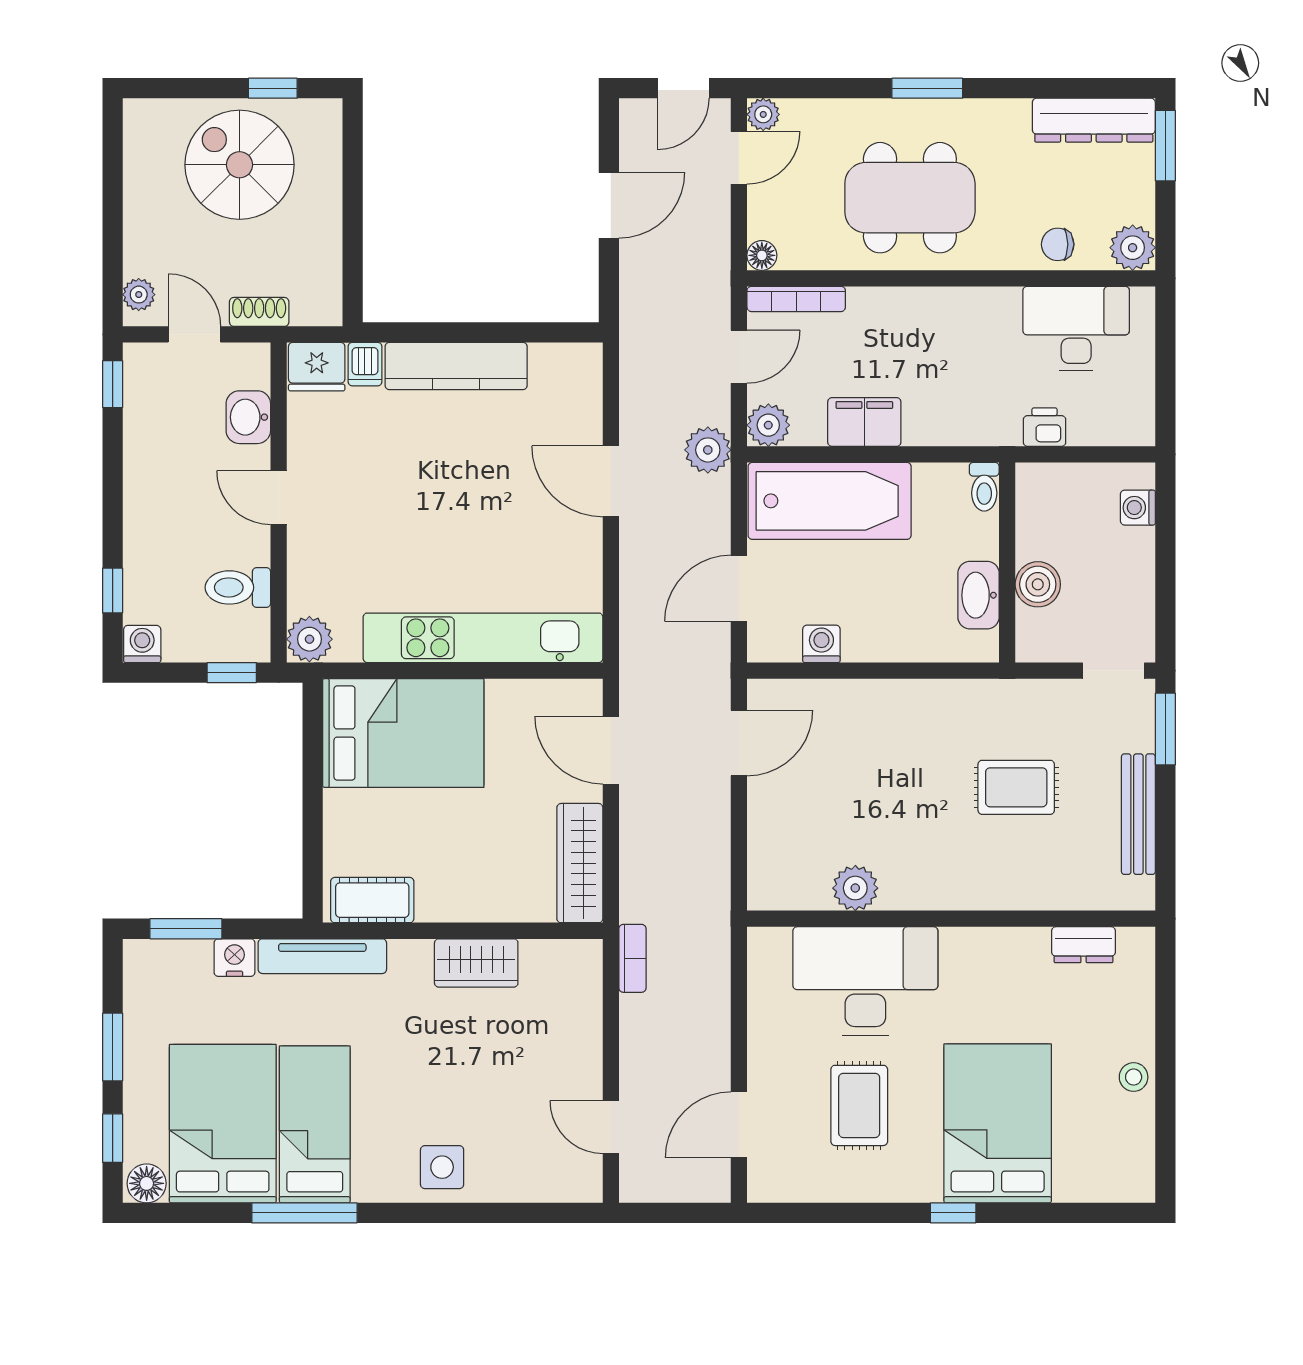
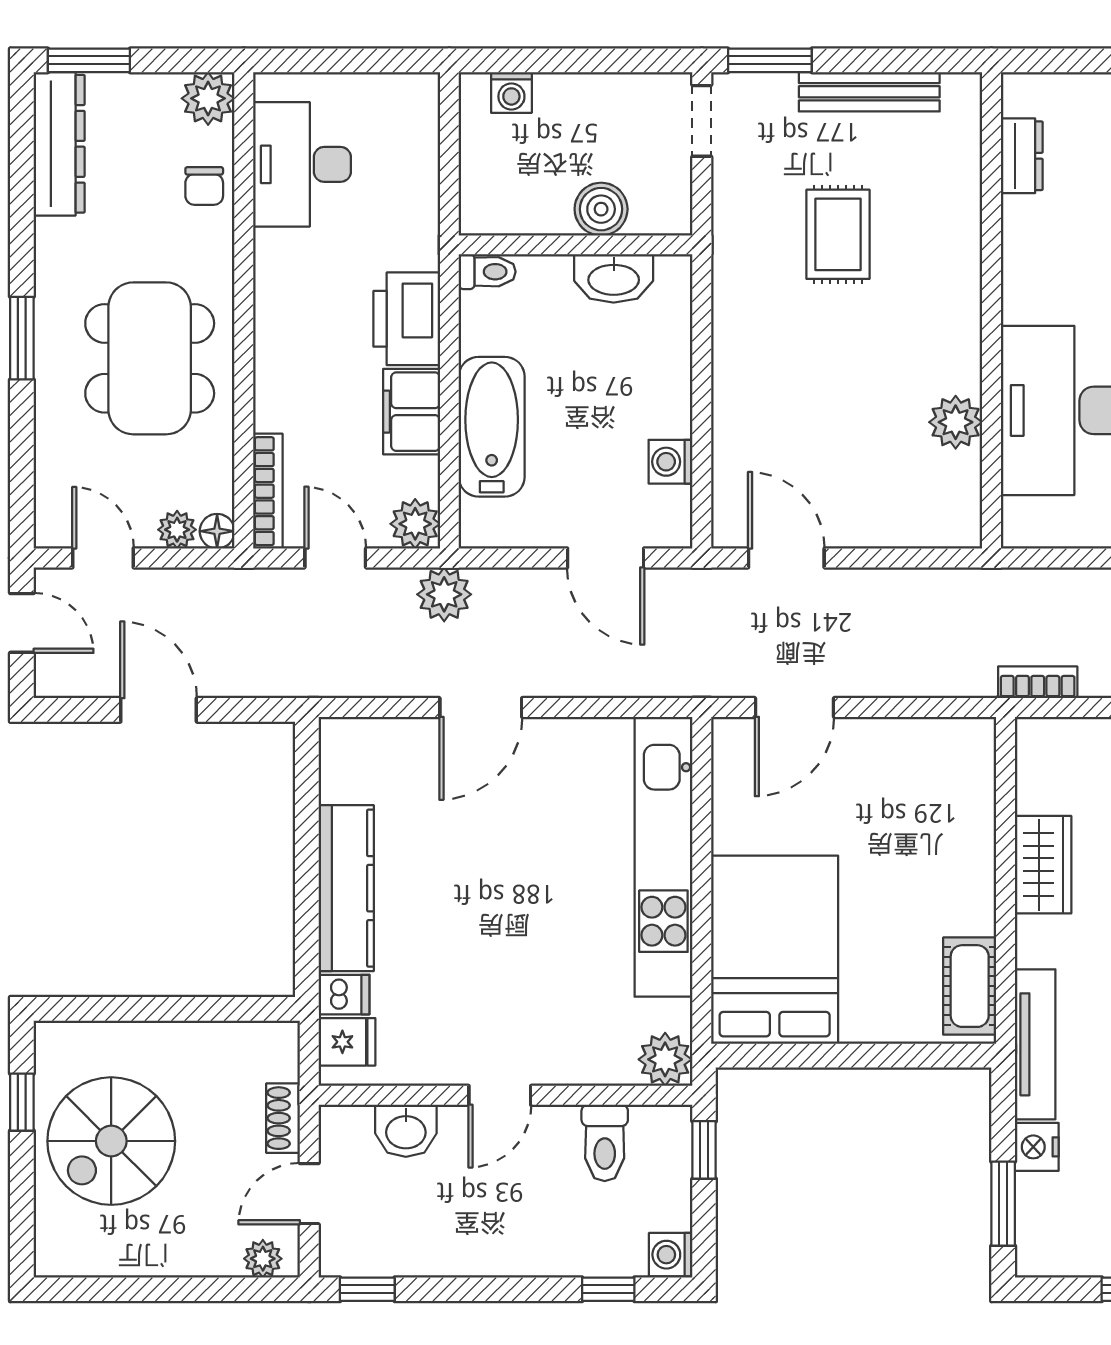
plant: (763, 114) -> (177, 530), moved
fridge: (317, 367) -> (347, 1042), width x0.72
printer: (1045, 427) -> (407, 319), moved, width x1.87, depth x1.48
bathtub: (830, 501) -> (492, 427), width x0.73, depth x0.73
wardrobe: (580, 863) -> (926, 744), removed

